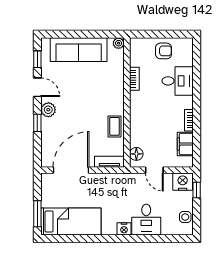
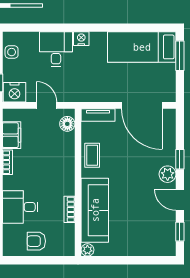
sofa: (79, 50) -> (95, 210), moved, turned 90
door: (71, 170) -> (142, 105), hinge flipped

